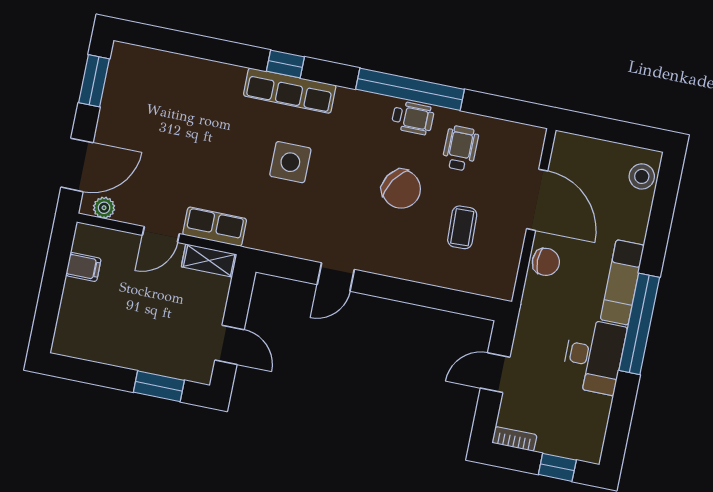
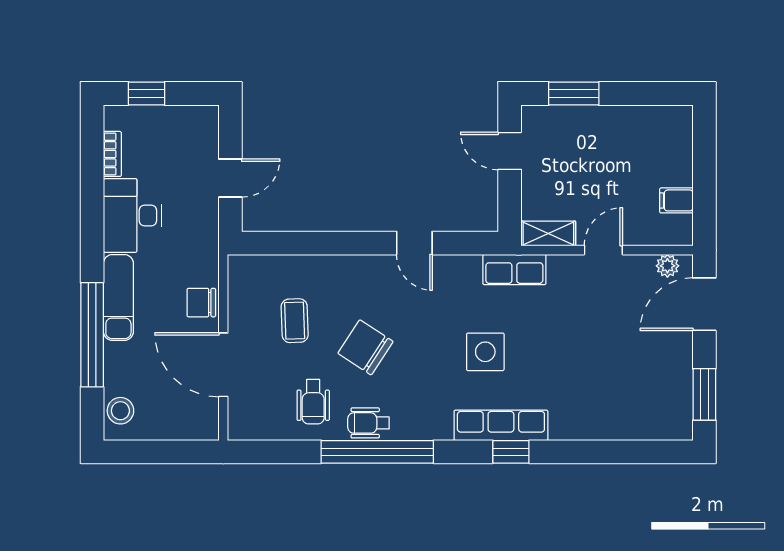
row of seats: (215, 227) -> (514, 269), moved
door: (336, 277) -> (414, 243), swing flipped
window: (639, 324) -> (92, 335), moved
bookcase: (514, 439) -> (112, 154), moved, turned -90

